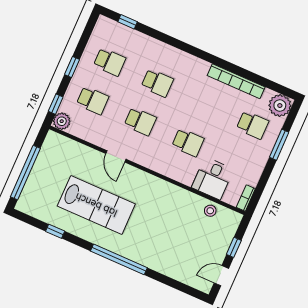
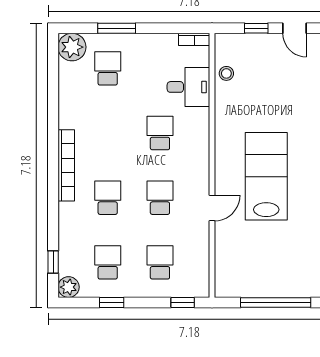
window: (72, 67) -> (112, 302), moved
bookcase: (236, 81) -> (66, 165), moved
plant: (62, 121) -> (69, 287), moved
lab bench: (96, 205) -> (266, 176), moved

